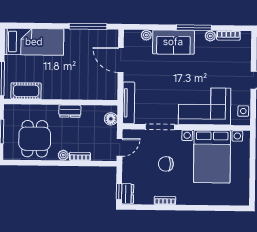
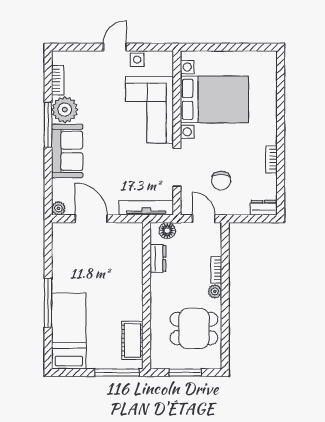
window: (88, 26) -> (48, 303), moved
plant: (146, 35) -> (59, 208), moved
plant: (210, 36) -> (65, 110), width x1.87, depth x1.87
door: (121, 60) -> (91, 219), swing flipped
dresser: (70, 111) -> (158, 258), moved
side table: (243, 111) -> (137, 60), moved
chair: (166, 164) -> (221, 180), moved
window: (119, 191) -> (261, 219), removed

